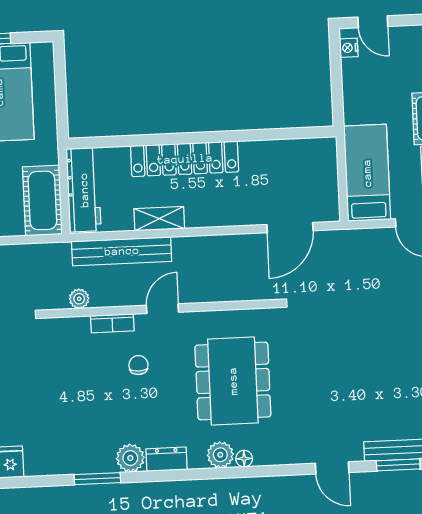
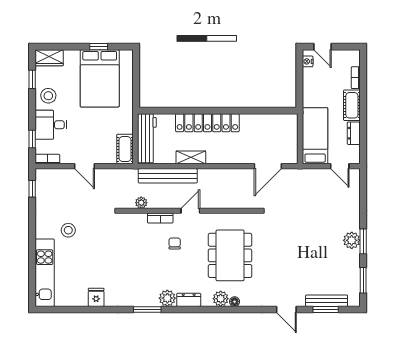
cot: (42, 200) -> (125, 149), width x0.73, depth x0.75

